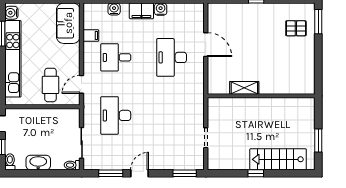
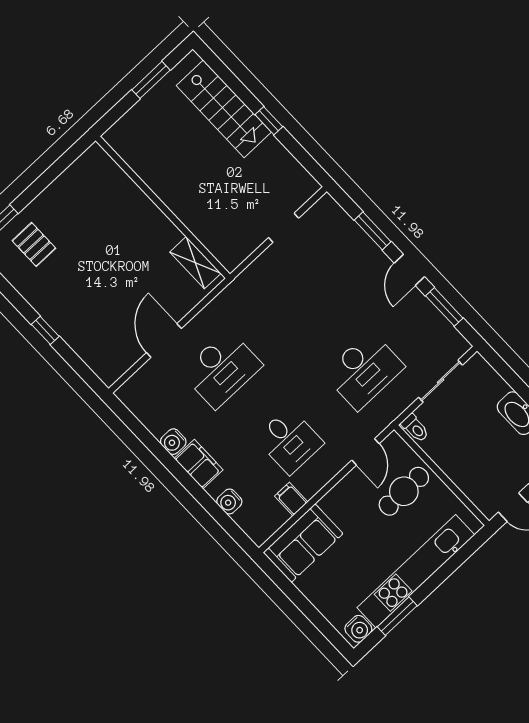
door: (82, 84) -> (365, 452), hinge flipped
shelving: (244, 88) -> (195, 263), moved
toilet: (72, 165) -> (415, 428), moved
door: (140, 173) -> (409, 270), hinge flipped
window: (185, 173) -> (373, 231), moved

